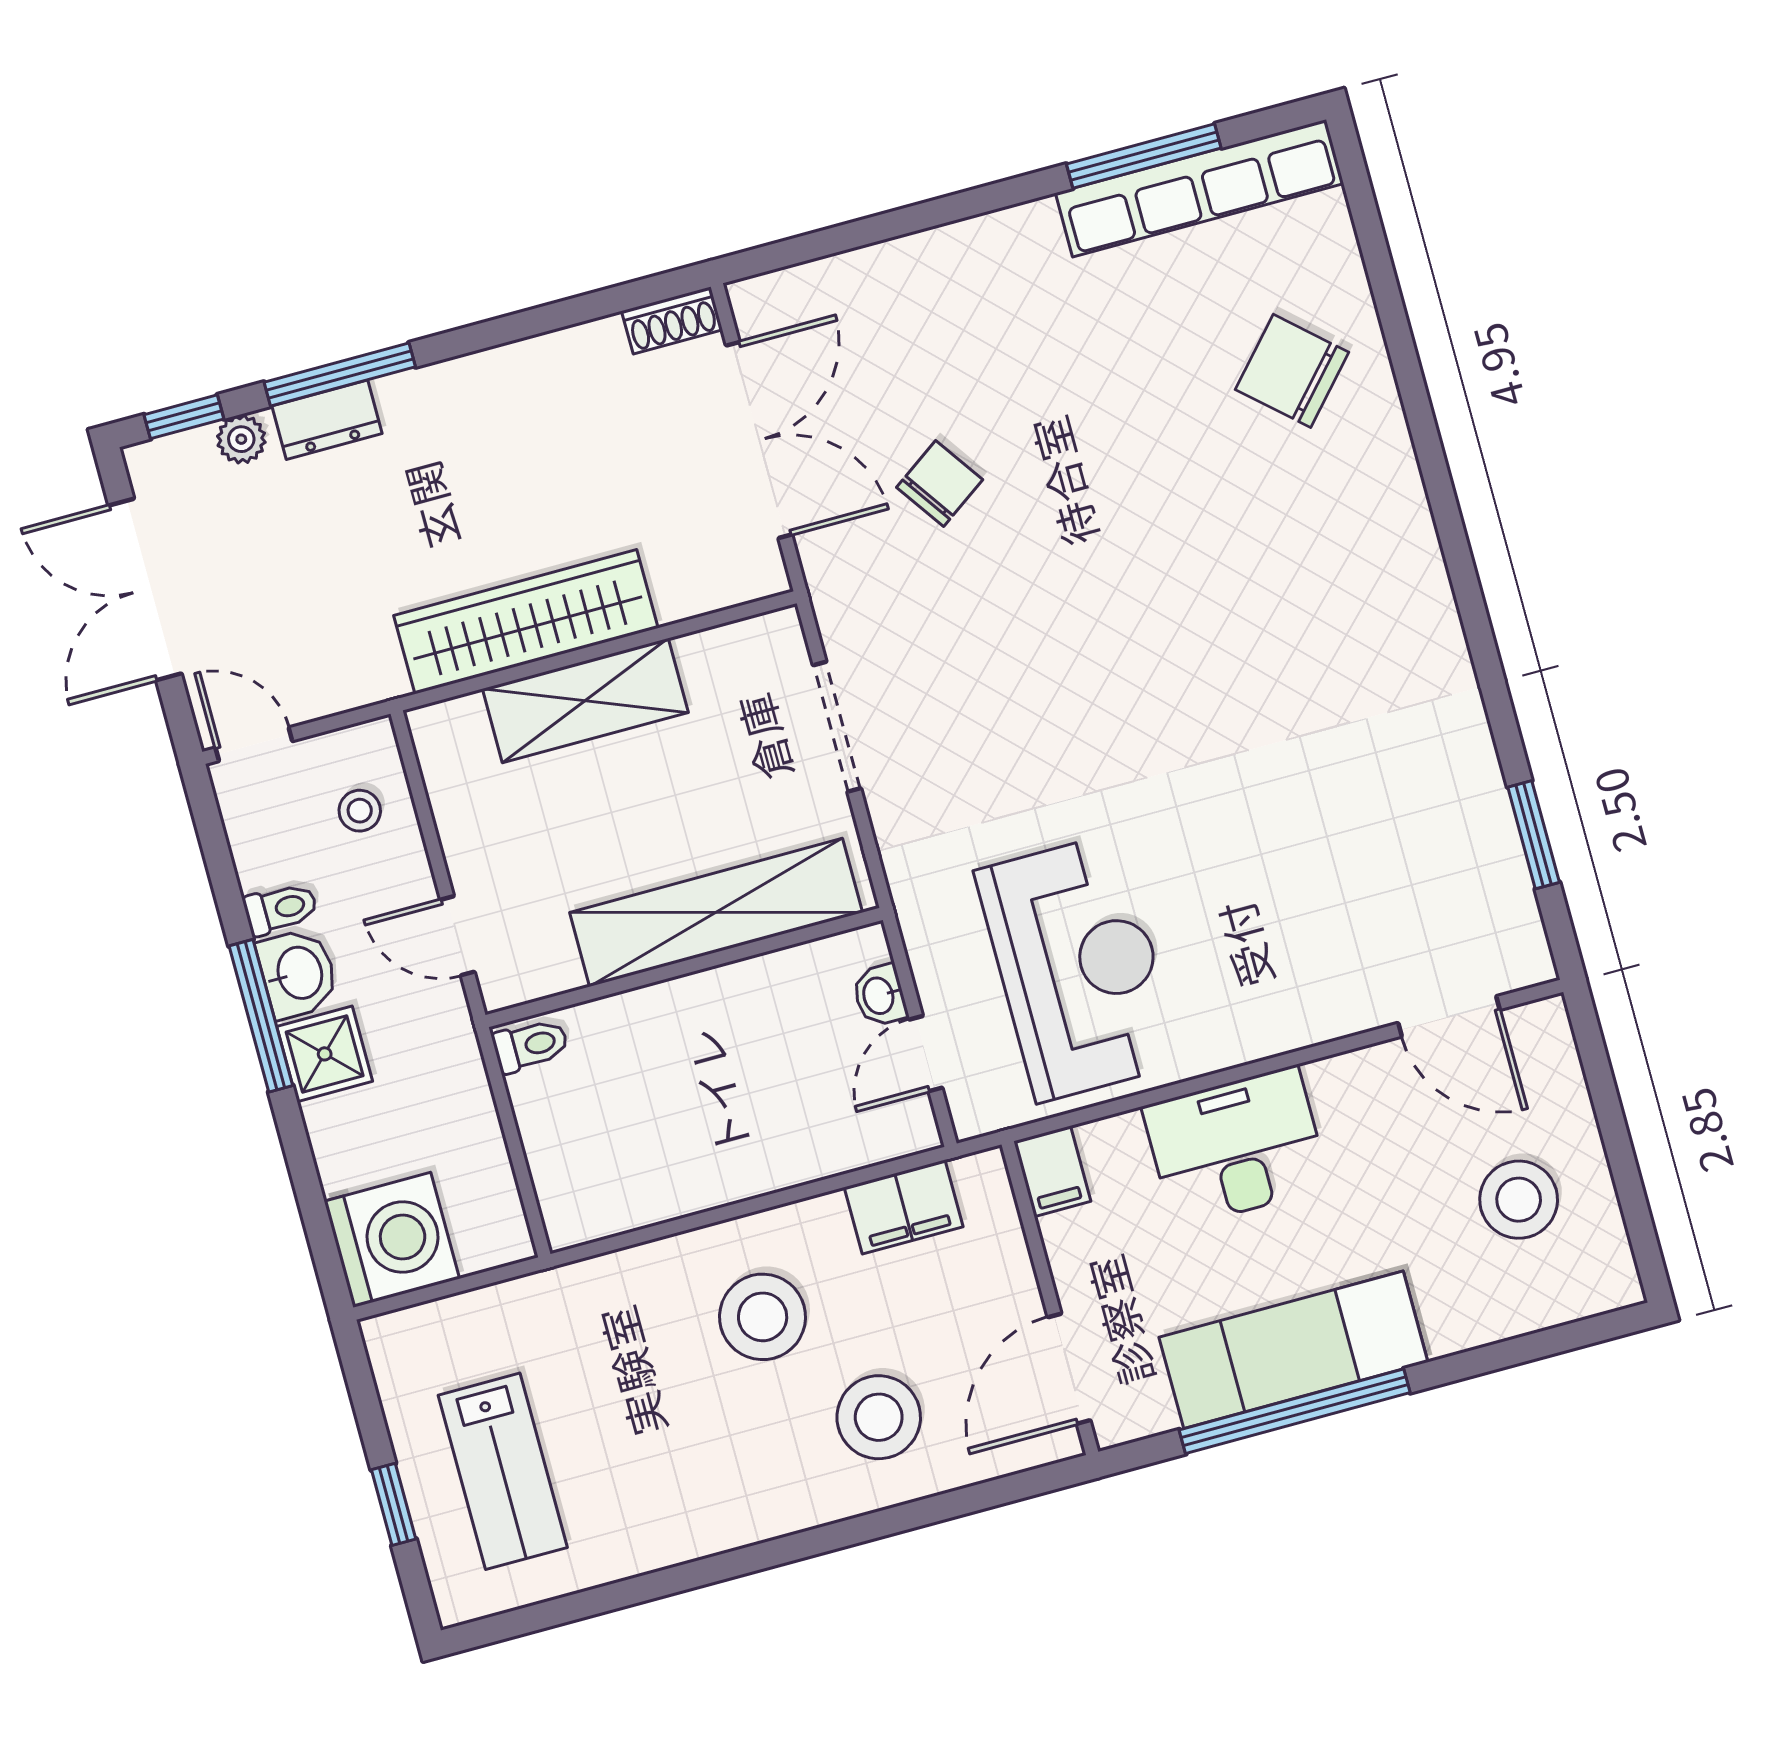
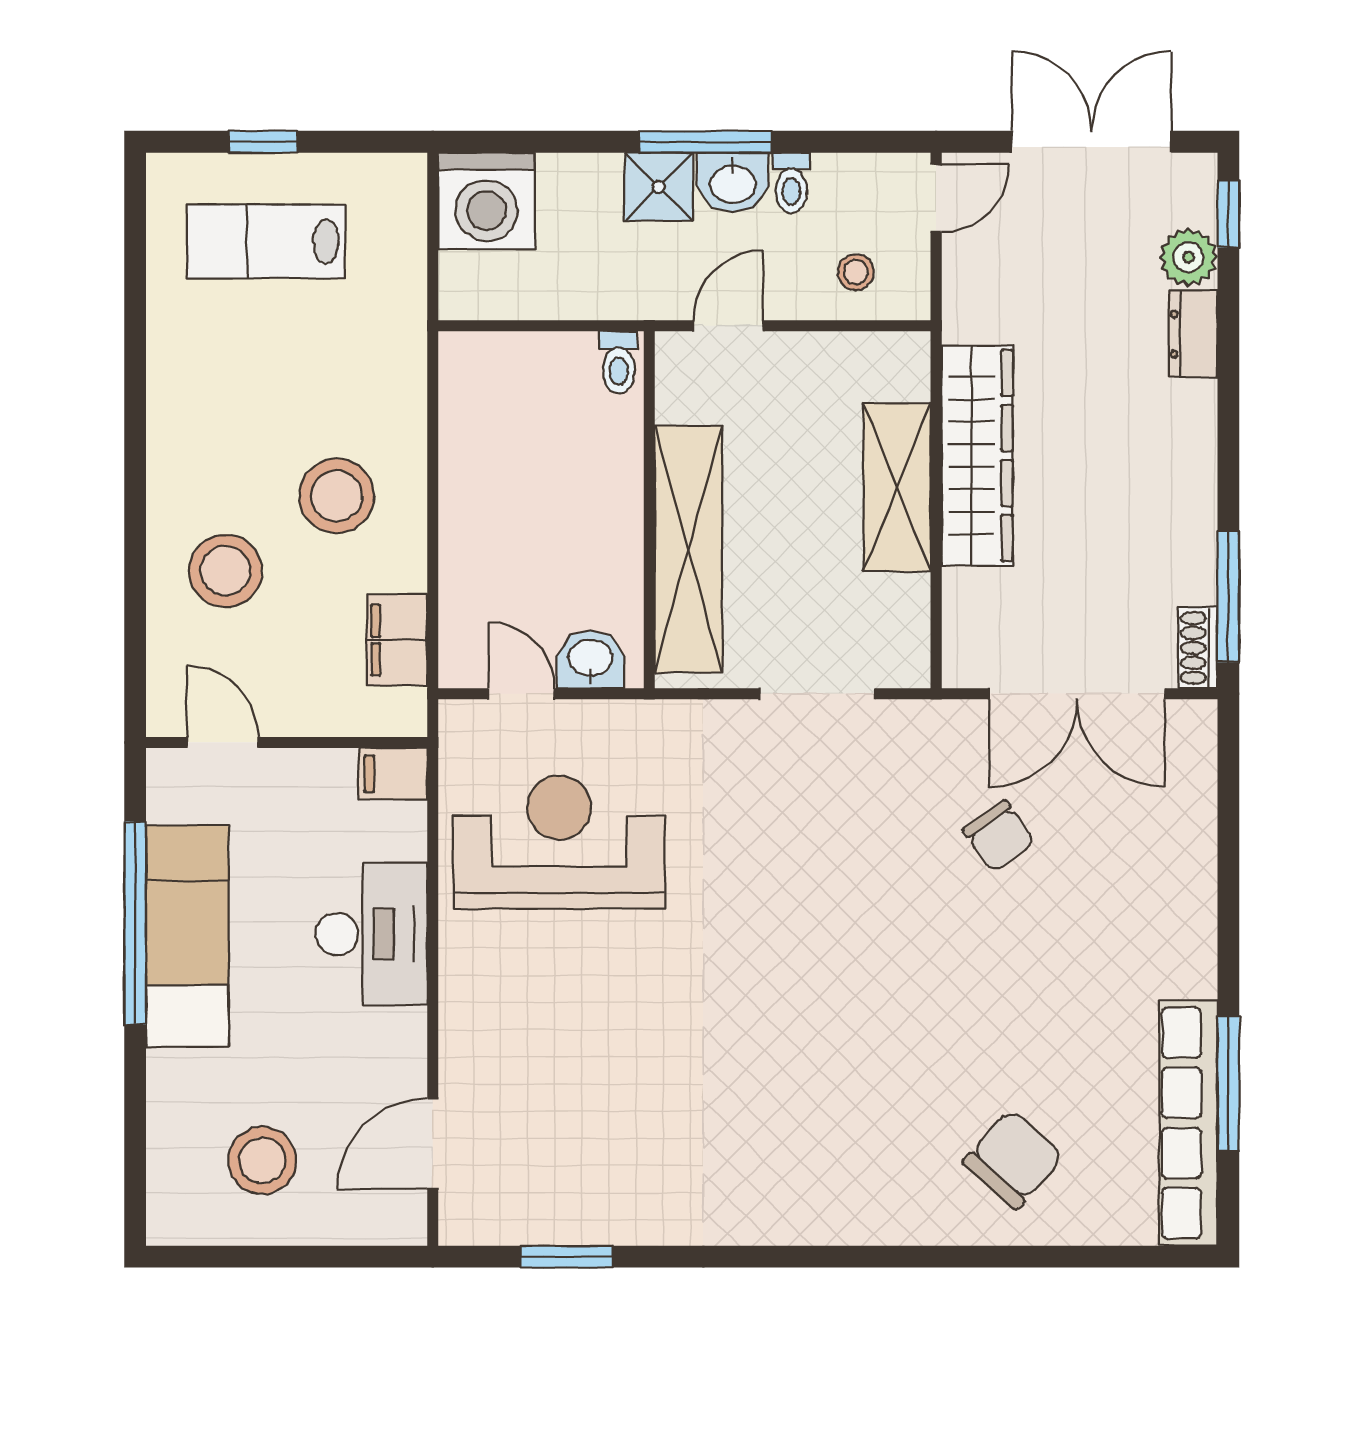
window: (340, 375) -> (1228, 597), moved
plant: (241, 439) -> (1188, 257), width x1.38, depth x1.38
reception desk: (1078, 967) -> (559, 842), turned 180
washbasin: (880, 995) -> (590, 659), width x1.38, depth x1.45
door: (1069, 1369) -> (223, 742), width x0.73

